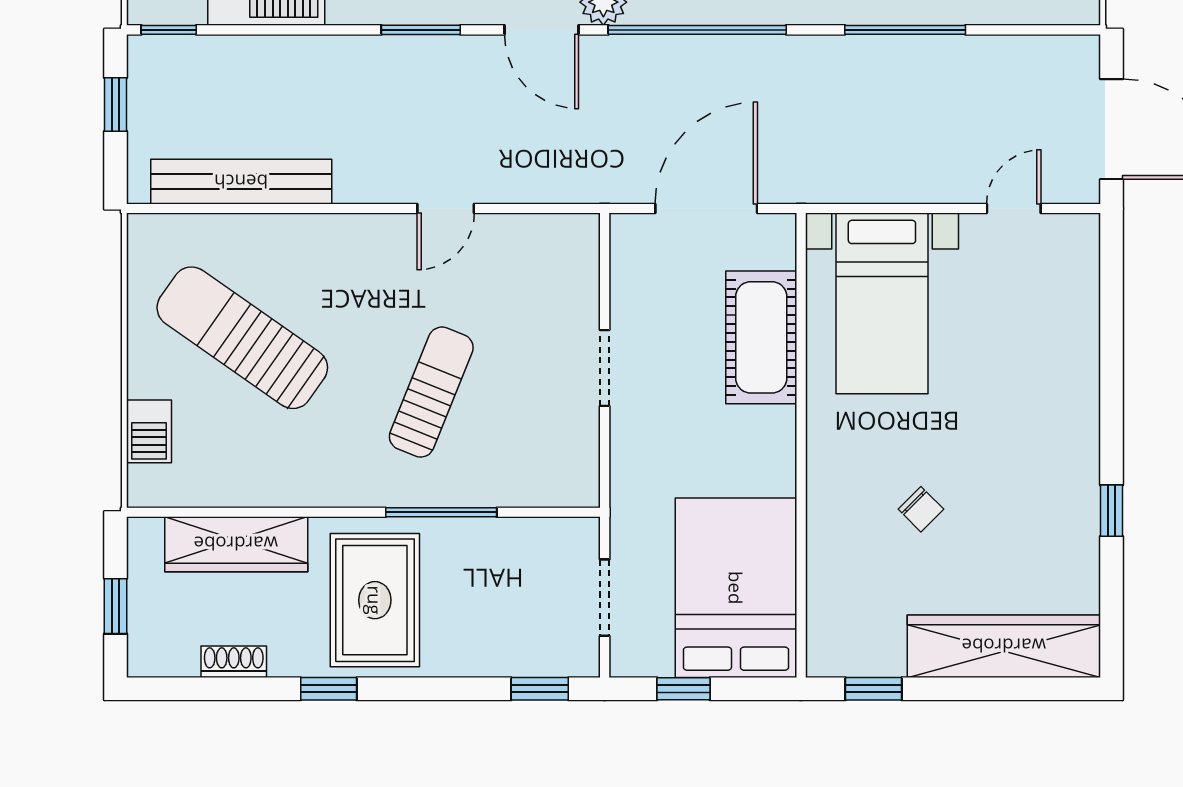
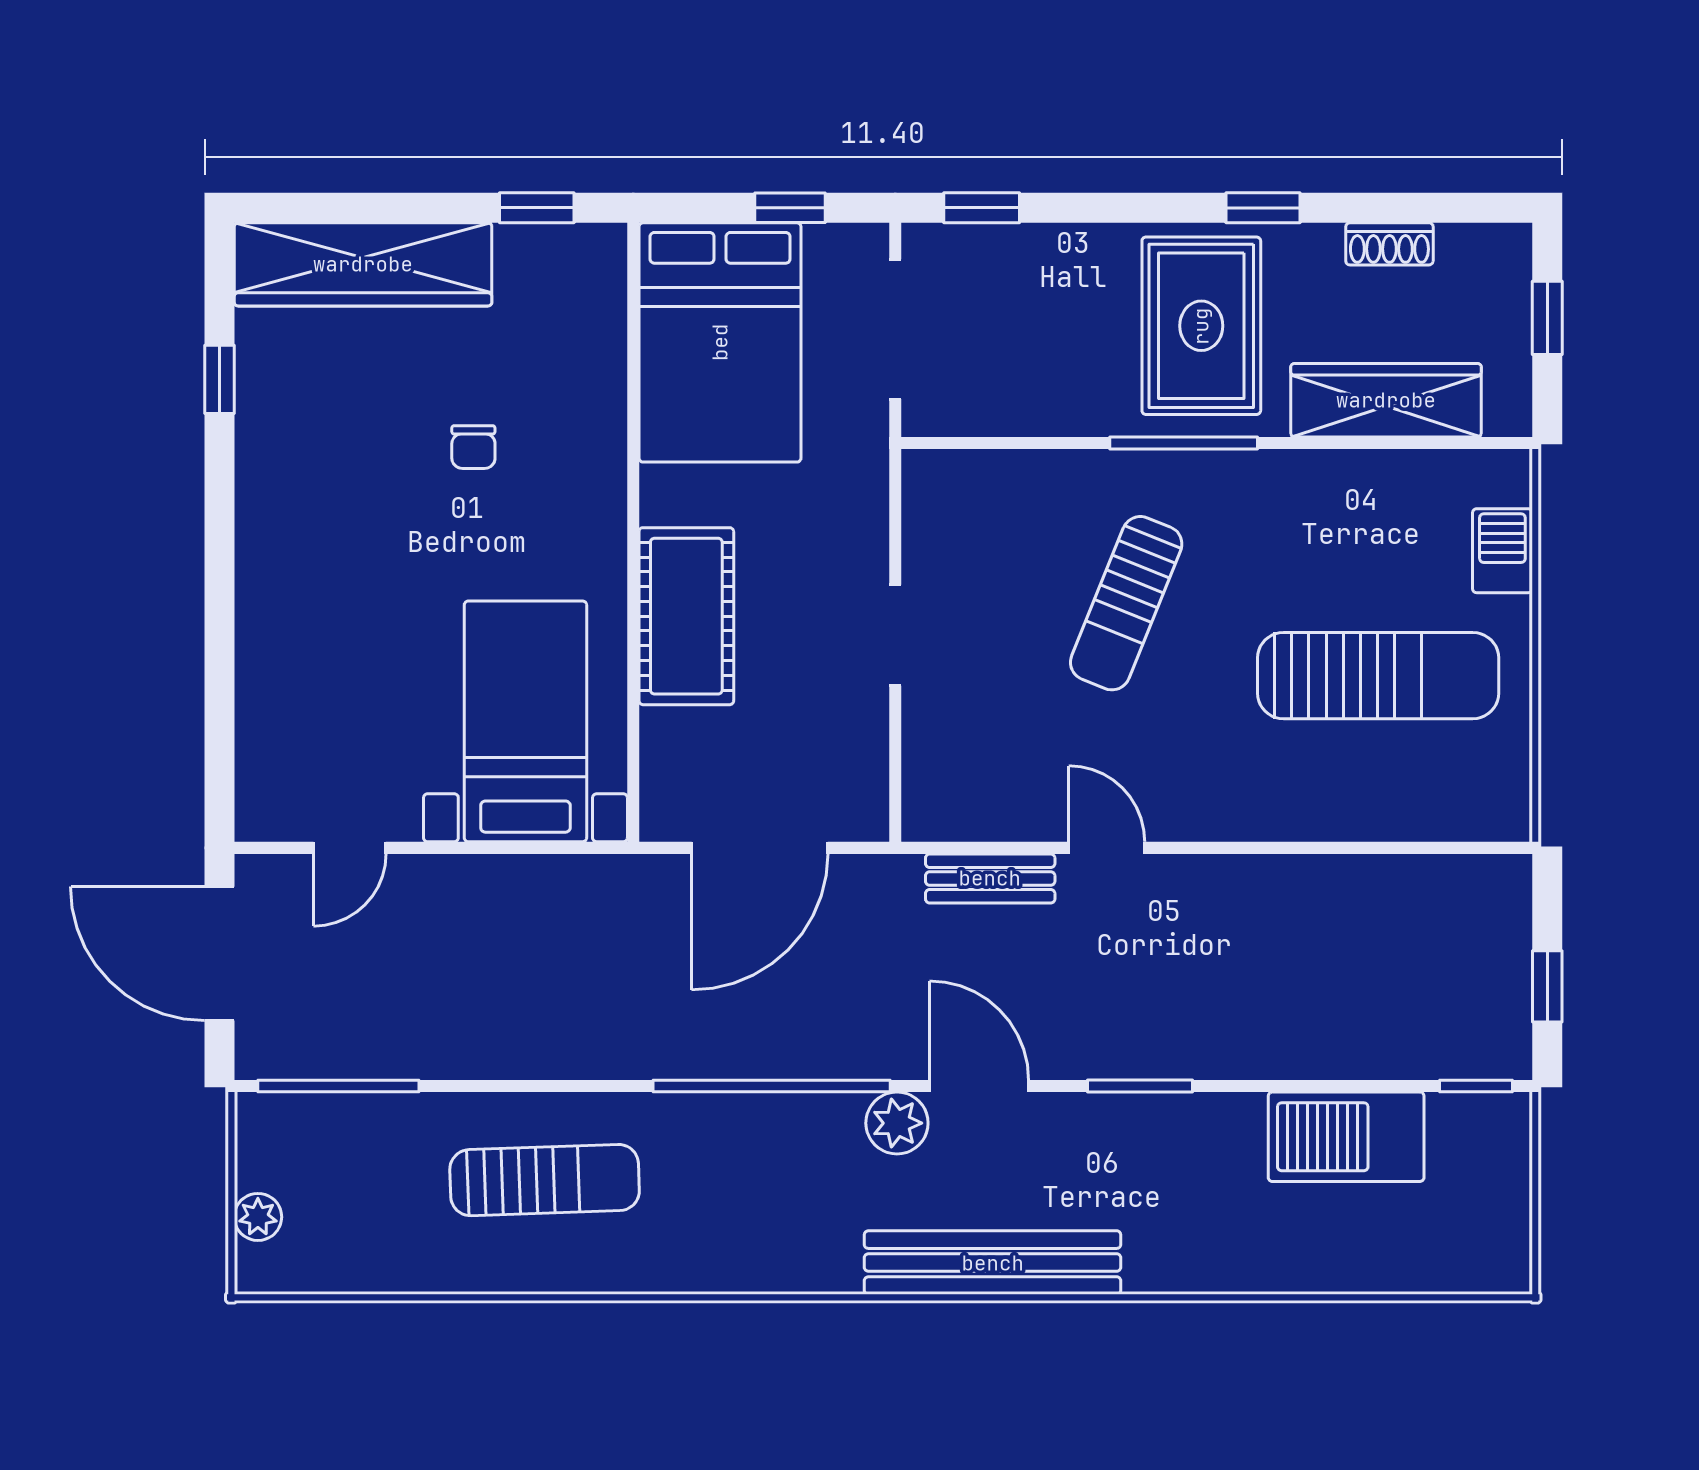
window: (905, 30) -> (338, 1086), moved
bench: (241, 182) -> (990, 878), moved, width x0.54, depth x0.82
door: (446, 209) -> (1107, 848), hinge flipped
cot: (761, 337) -> (686, 616), moved
sun lounger: (242, 338) -> (1378, 676), turned -35
chair: (921, 509) -> (473, 447), turned -135
window: (1112, 511) -> (219, 379), moved
window: (441, 512) -> (1184, 443), moved
doorway: (605, 598) -> (895, 329), width x1.38

